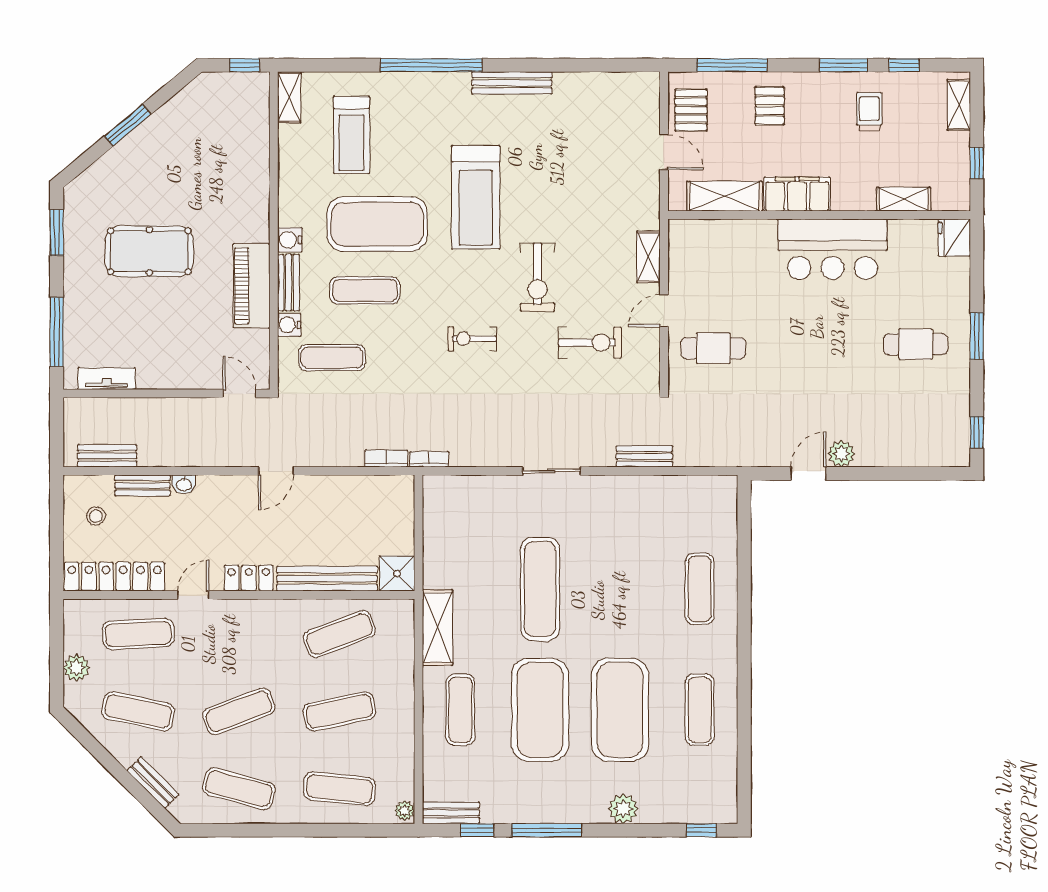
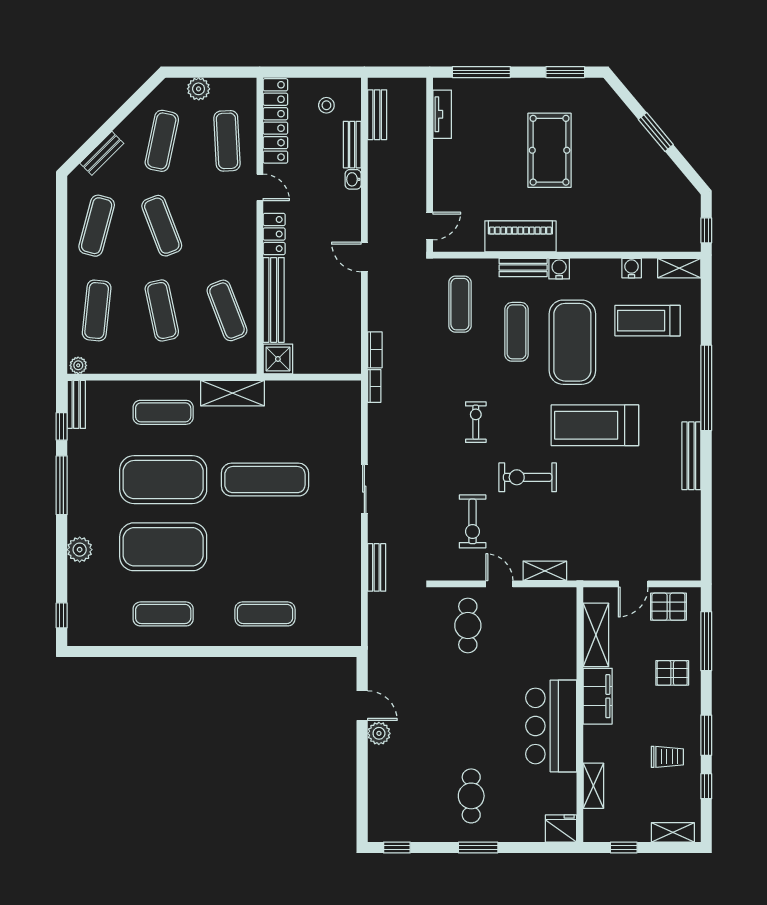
water cooler: (289, 325) -> (632, 268), moved

